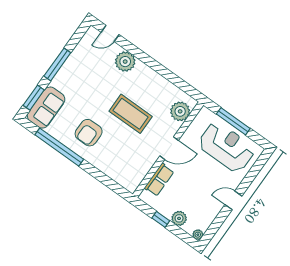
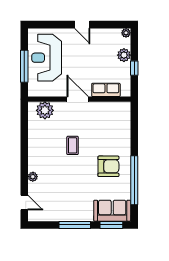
plant: (125, 62) -> (33, 177), width x0.53, depth x0.53
coffee table: (131, 114) -> (73, 145), width x0.54, depth x0.58

